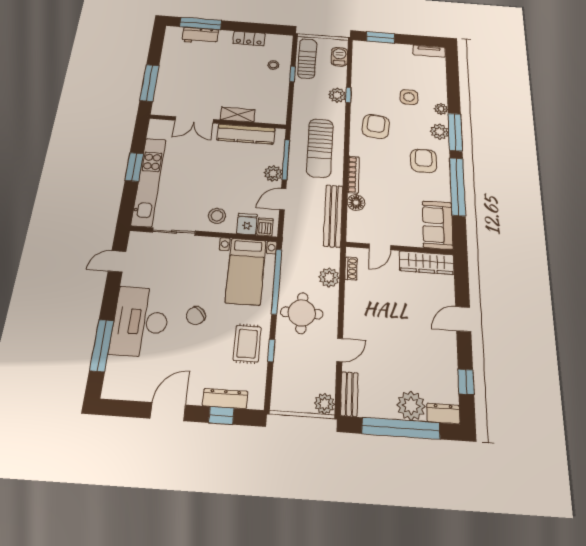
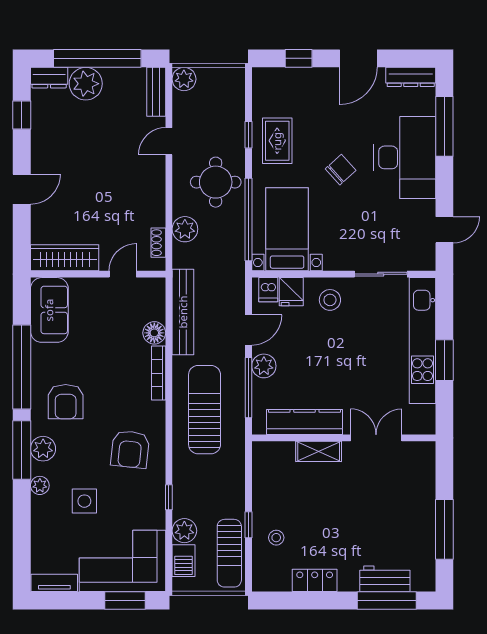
corner sofa: (382, 60) -> (122, 561), added
window: (150, 83) -> (444, 529), moved
plant: (337, 95) -> (184, 531), moved
dresser: (225, 399) -> (411, 77), moved

